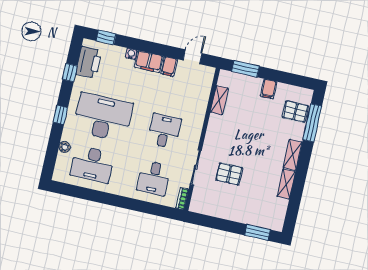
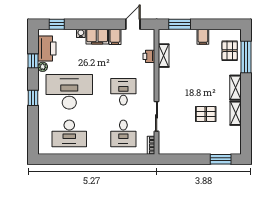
printer: (202, 97) -> (149, 56), added
pallet: (295, 111) -> (230, 51), turned 90
plant: (65, 147) -> (43, 67), moved
pallet: (229, 174) -> (206, 114), moved

